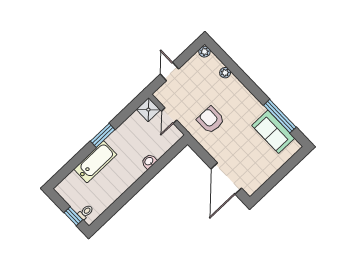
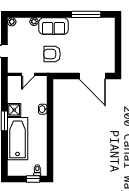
shower: (148, 110) -> (14, 110), moved
door: (169, 116) -> (28, 74), hinge flipped
sofa: (273, 132) -> (54, 26), moved
bathtub: (95, 162) -> (18, 139), width x1.36, depth x1.36

